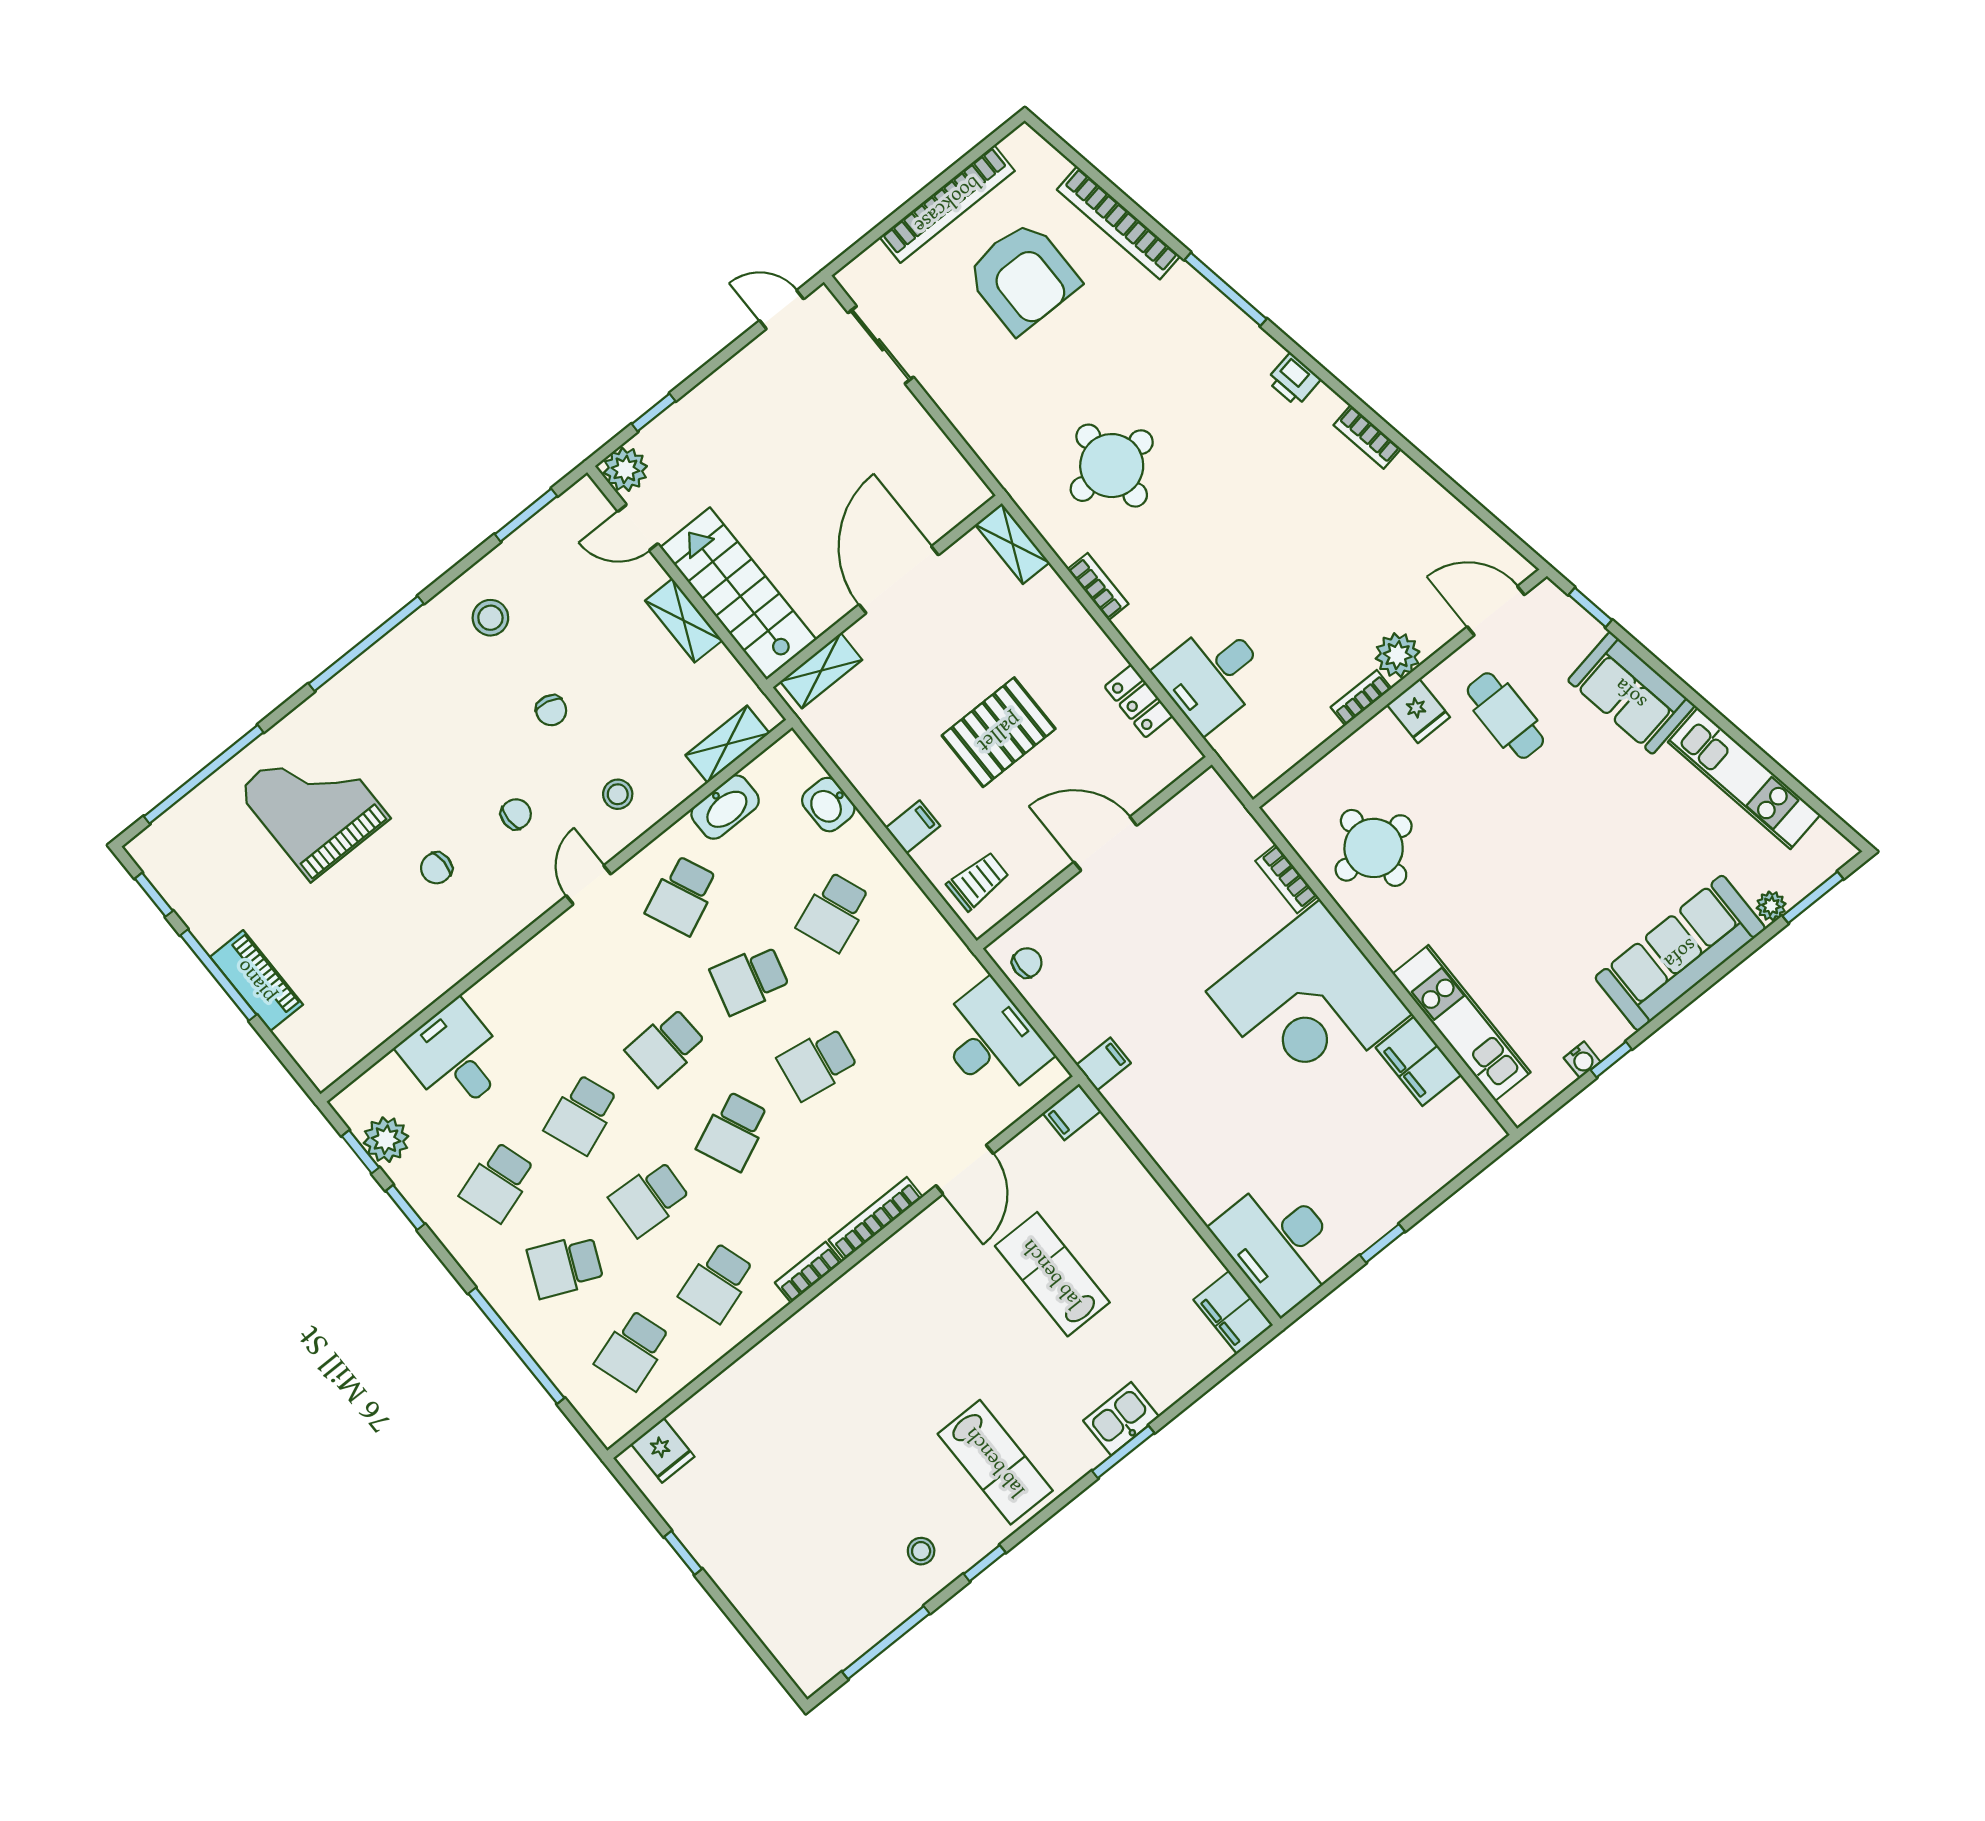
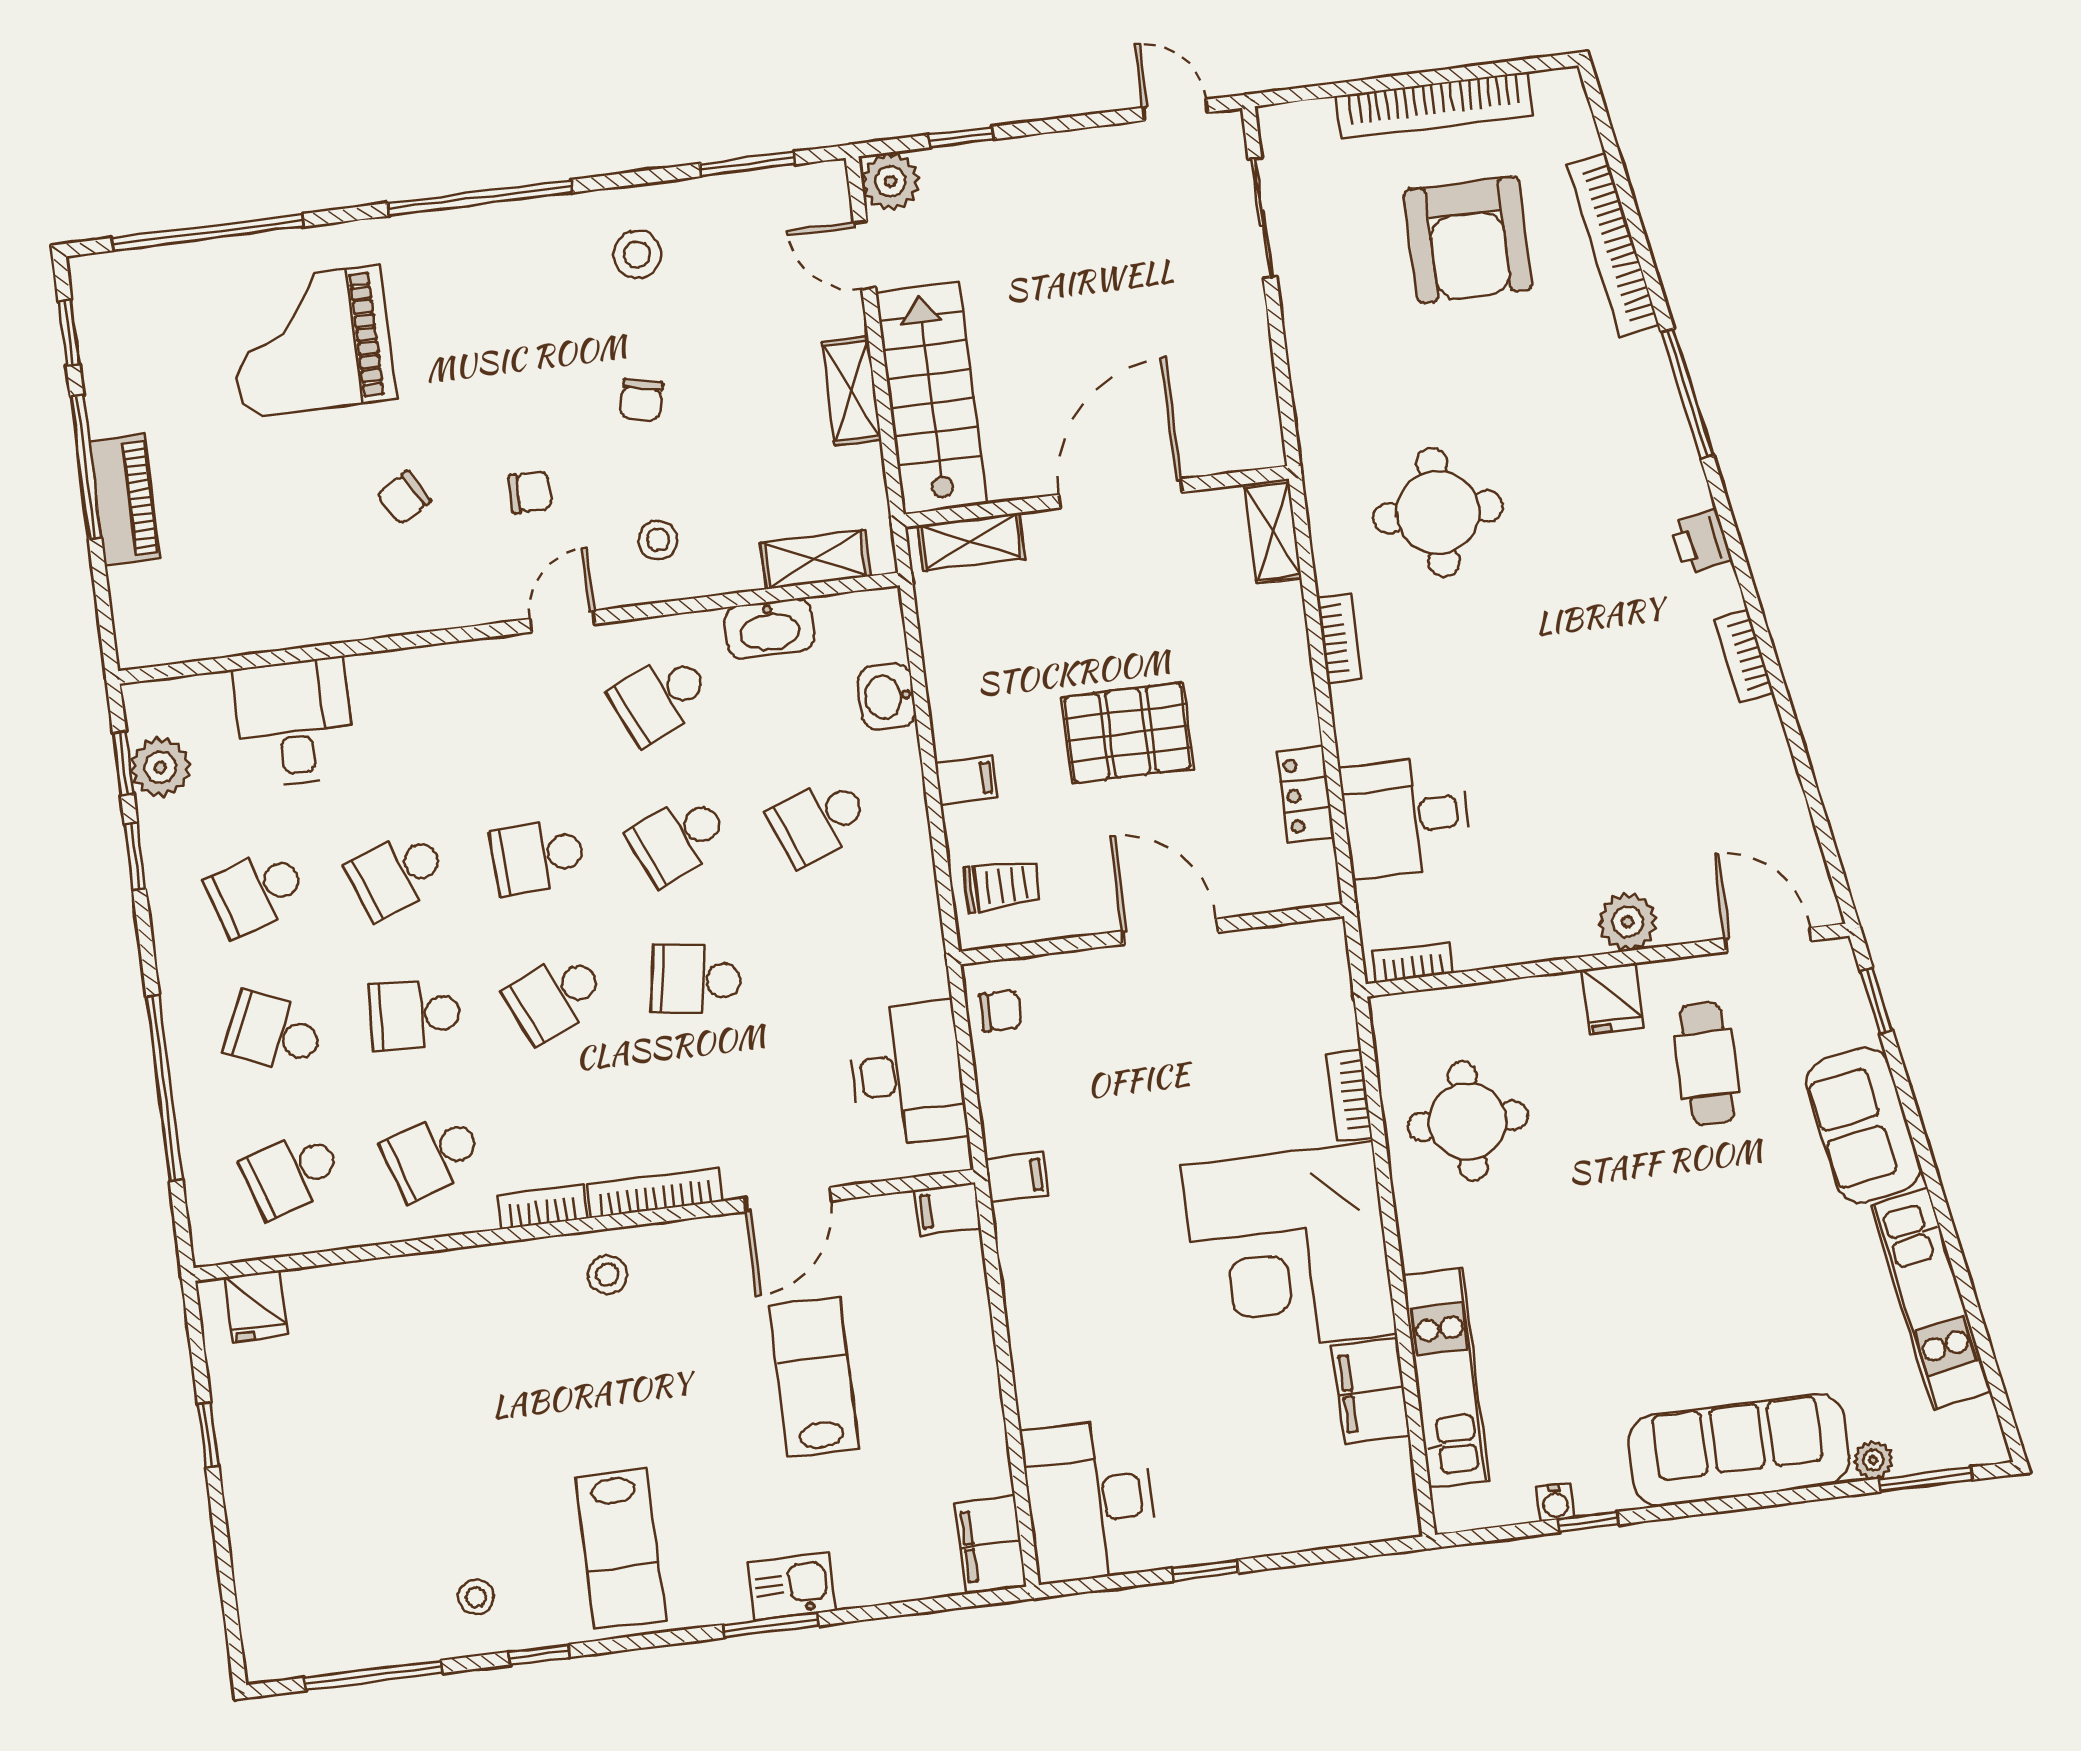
bookcase: (1361, 698) -> (1412, 963), moved
grand piano: (314, 804) -> (310, 342), turned -90
chair: (436, 868) -> (404, 498), turned -31
school desk: (750, 979) -> (678, 839), turned -39
stool: (878, 1290) -> (607, 1275), added

